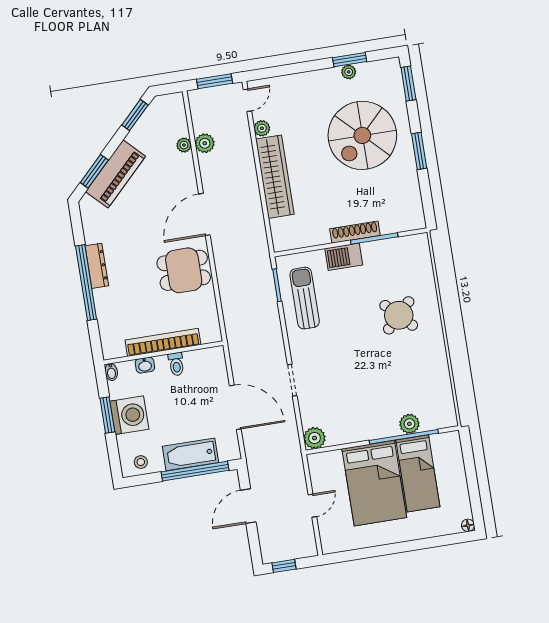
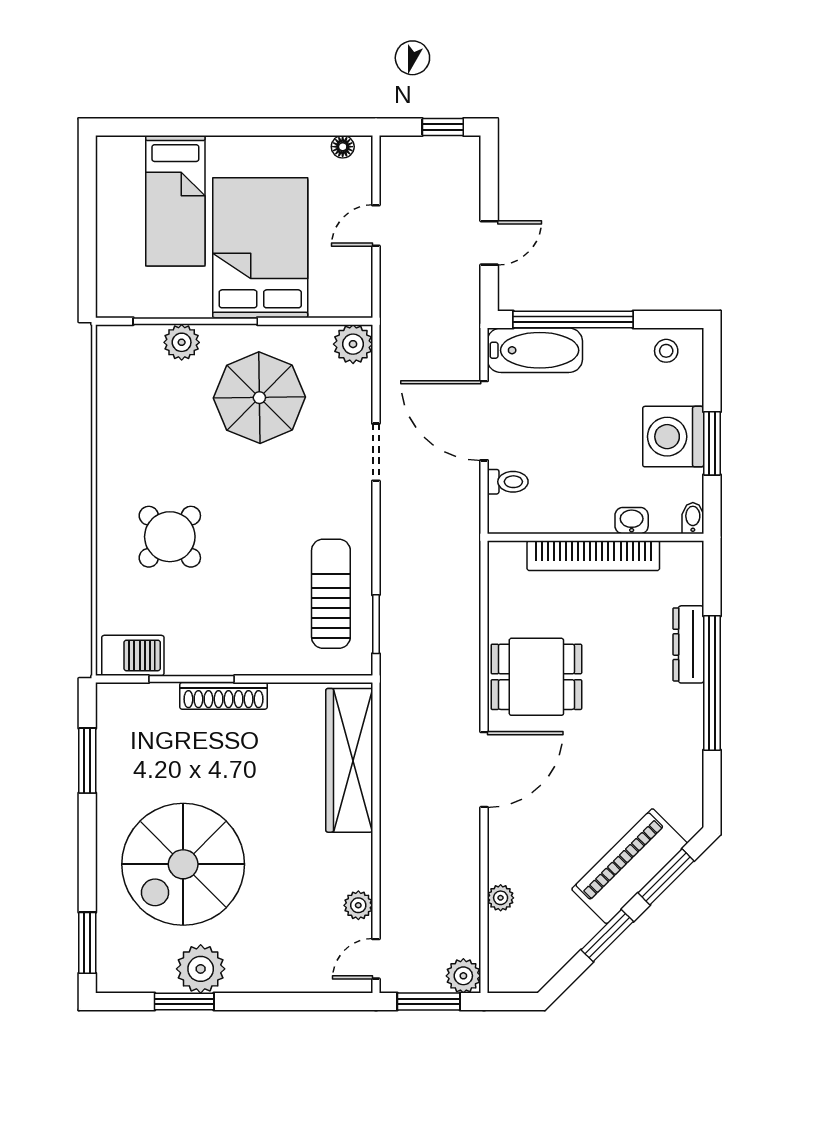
plant: (349, 72) -> (201, 969), width x1.87, depth x1.87
window: (135, 115) -> (607, 936), moved
spiral stairs: (362, 135) -> (183, 864), turned 180
plant: (205, 143) -> (463, 976), moved
window: (419, 151) -> (87, 761), moved
wardrobe: (275, 177) -> (349, 760), moved
barbecue: (344, 257) -> (133, 655), moved
dresser: (97, 266) -> (688, 644), moved
sun lounger: (305, 298) -> (331, 594), turned 180
toilet: (176, 364) -> (508, 482), moved, turned 90
parasol: (362, 400) -> (259, 398), added
bathtub: (190, 454) -> (535, 350), moved
bed: (418, 473) -> (175, 201), moved, turned 180
door: (248, 506) -> (489, 243), width x0.73
floor lamp: (468, 525) -> (343, 147), moved

